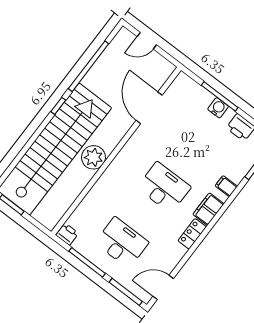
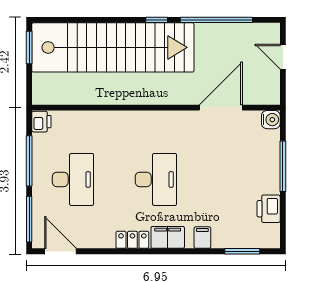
water cooler: (218, 108) -> (271, 120), moved
plant: (93, 157) -> (133, 91), removed

